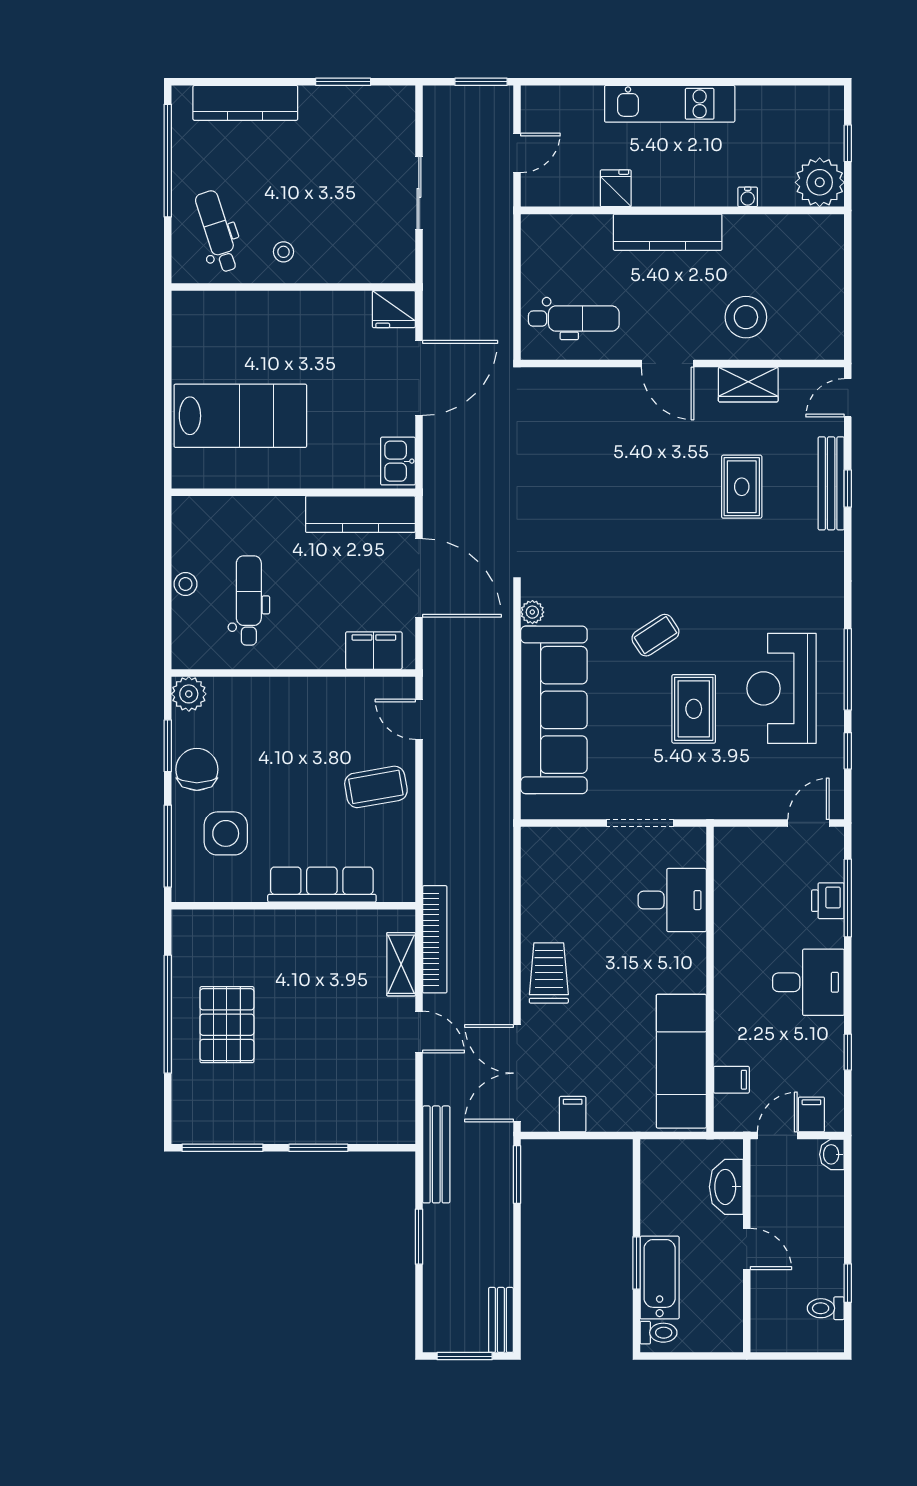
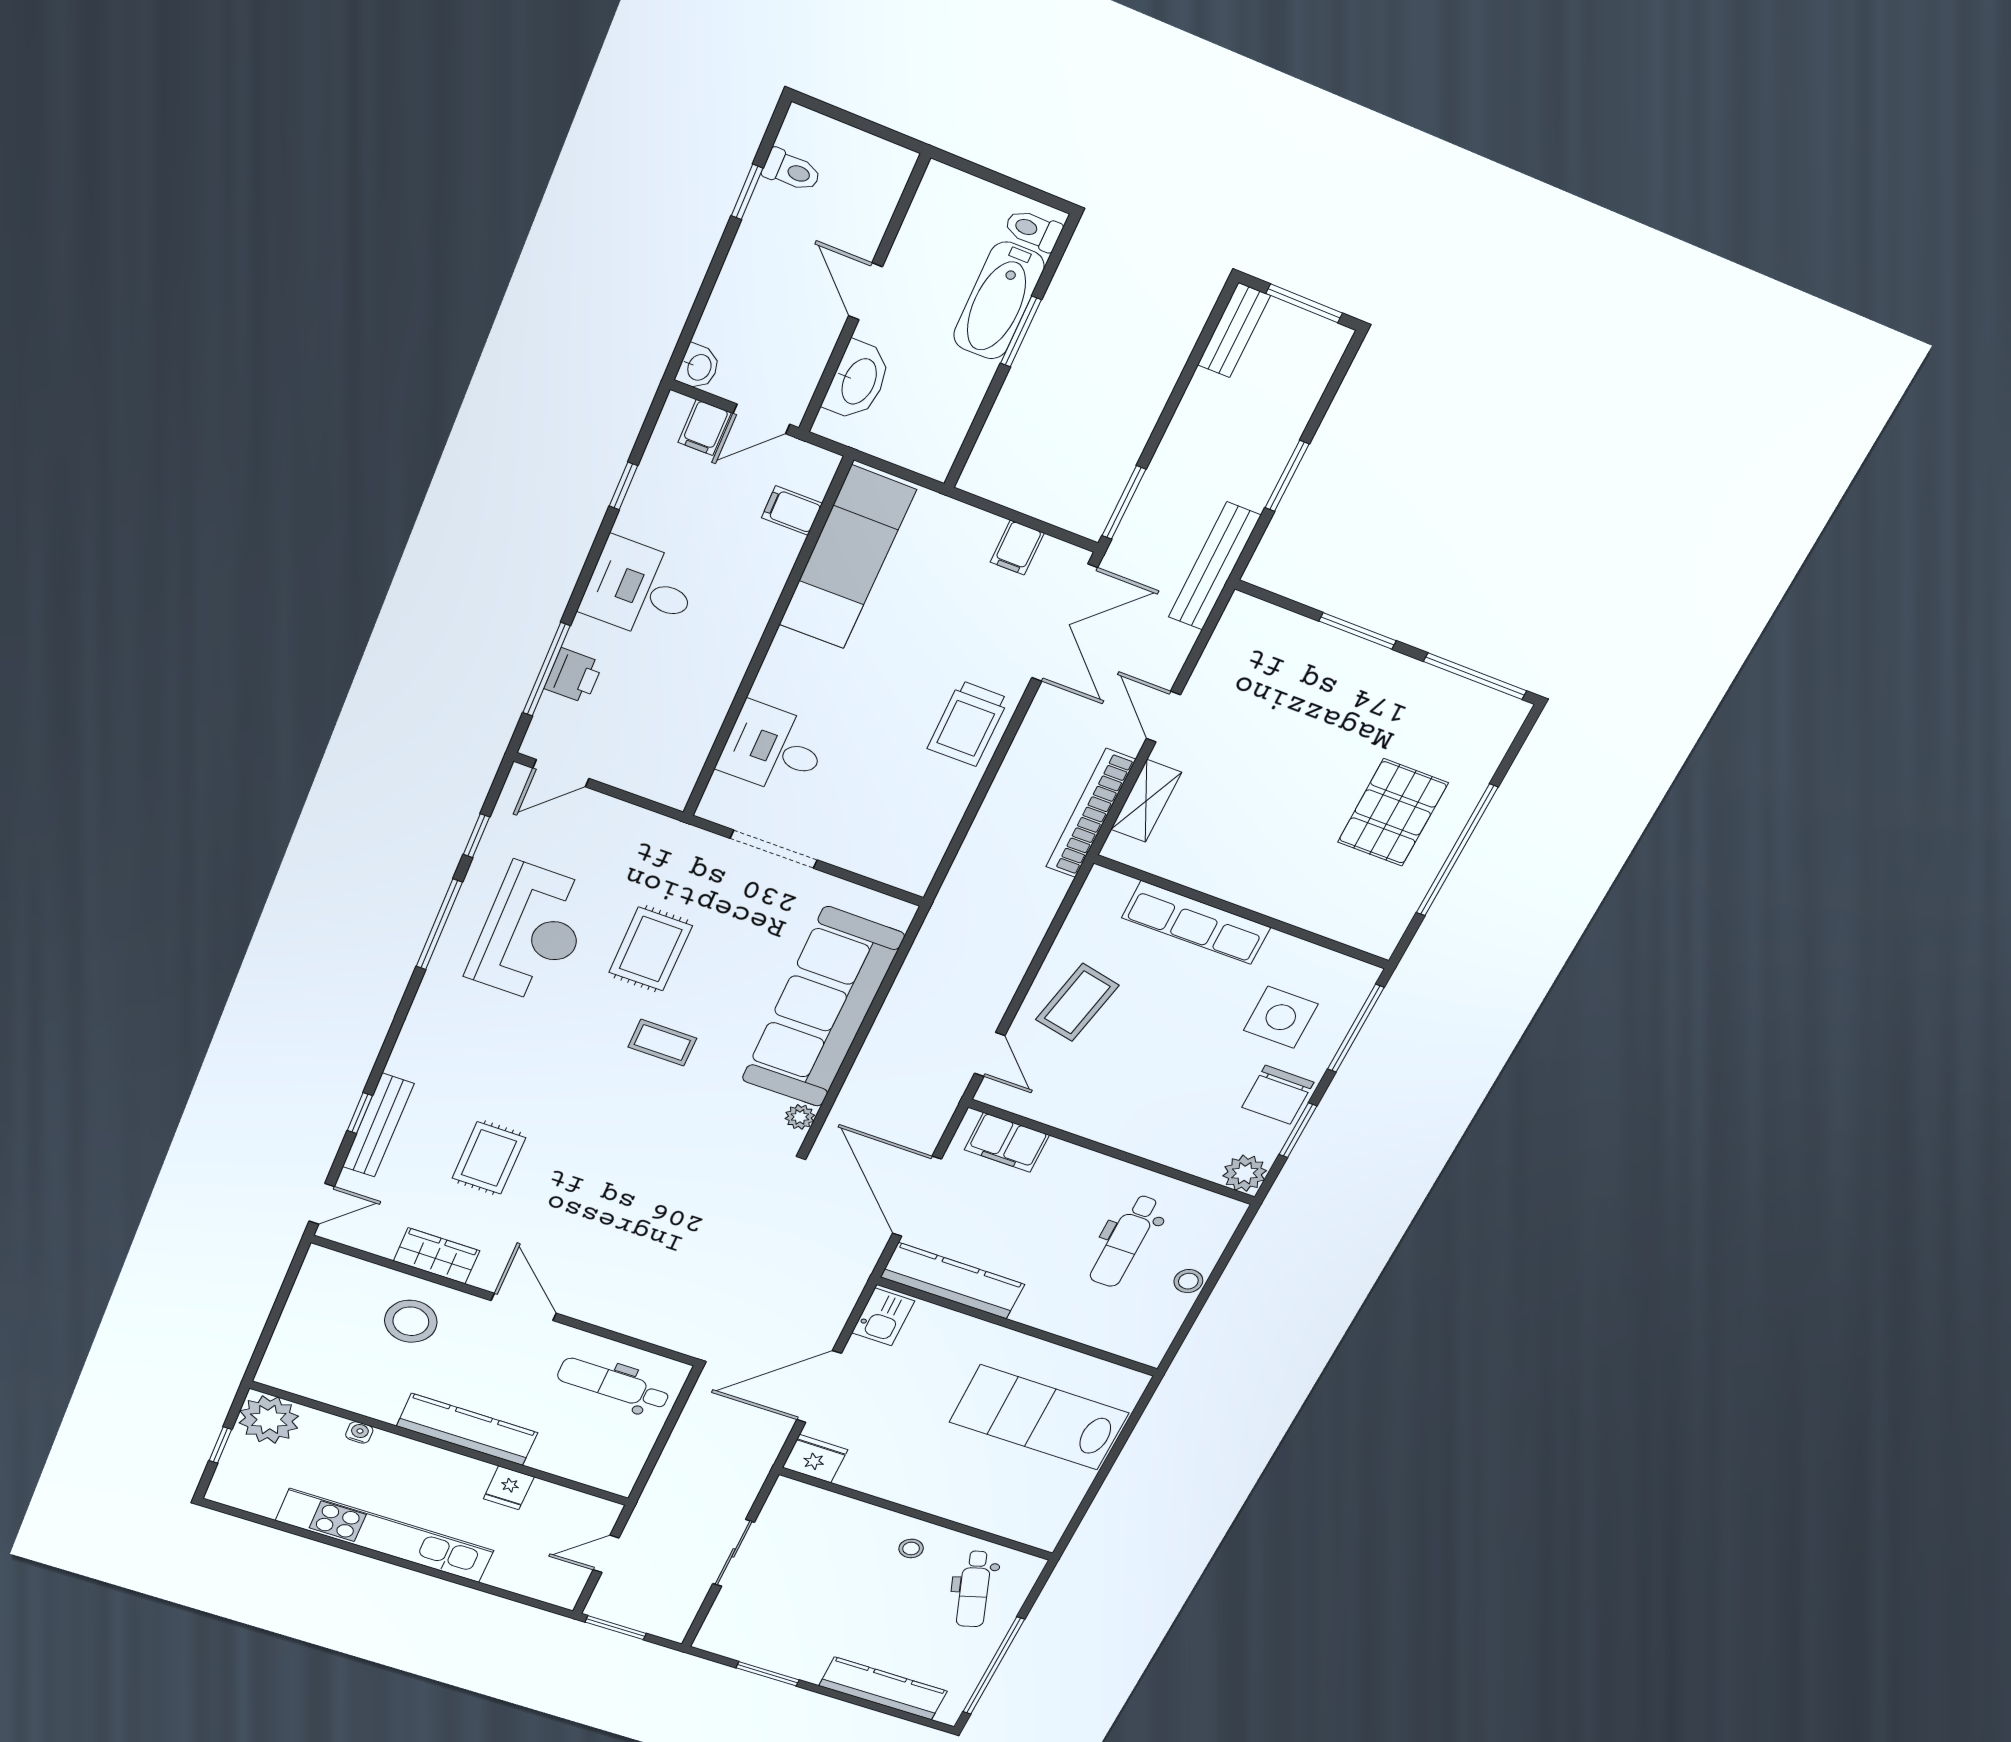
kitchen unit: (670, 104) -> (385, 1536), width x1.36
coffee table: (655, 635) -> (662, 1043), turned 33
coffee table: (376, 787) -> (1077, 1002), turned -68

